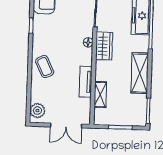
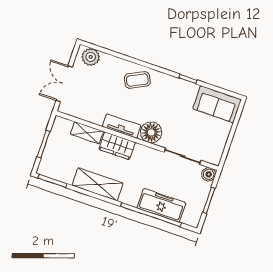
floor lamp: (88, 42) -> (151, 132), width x1.89, depth x1.89
wardrobe: (104, 46) -> (117, 146), moved
tv unit: (86, 82) -> (122, 126), moved

